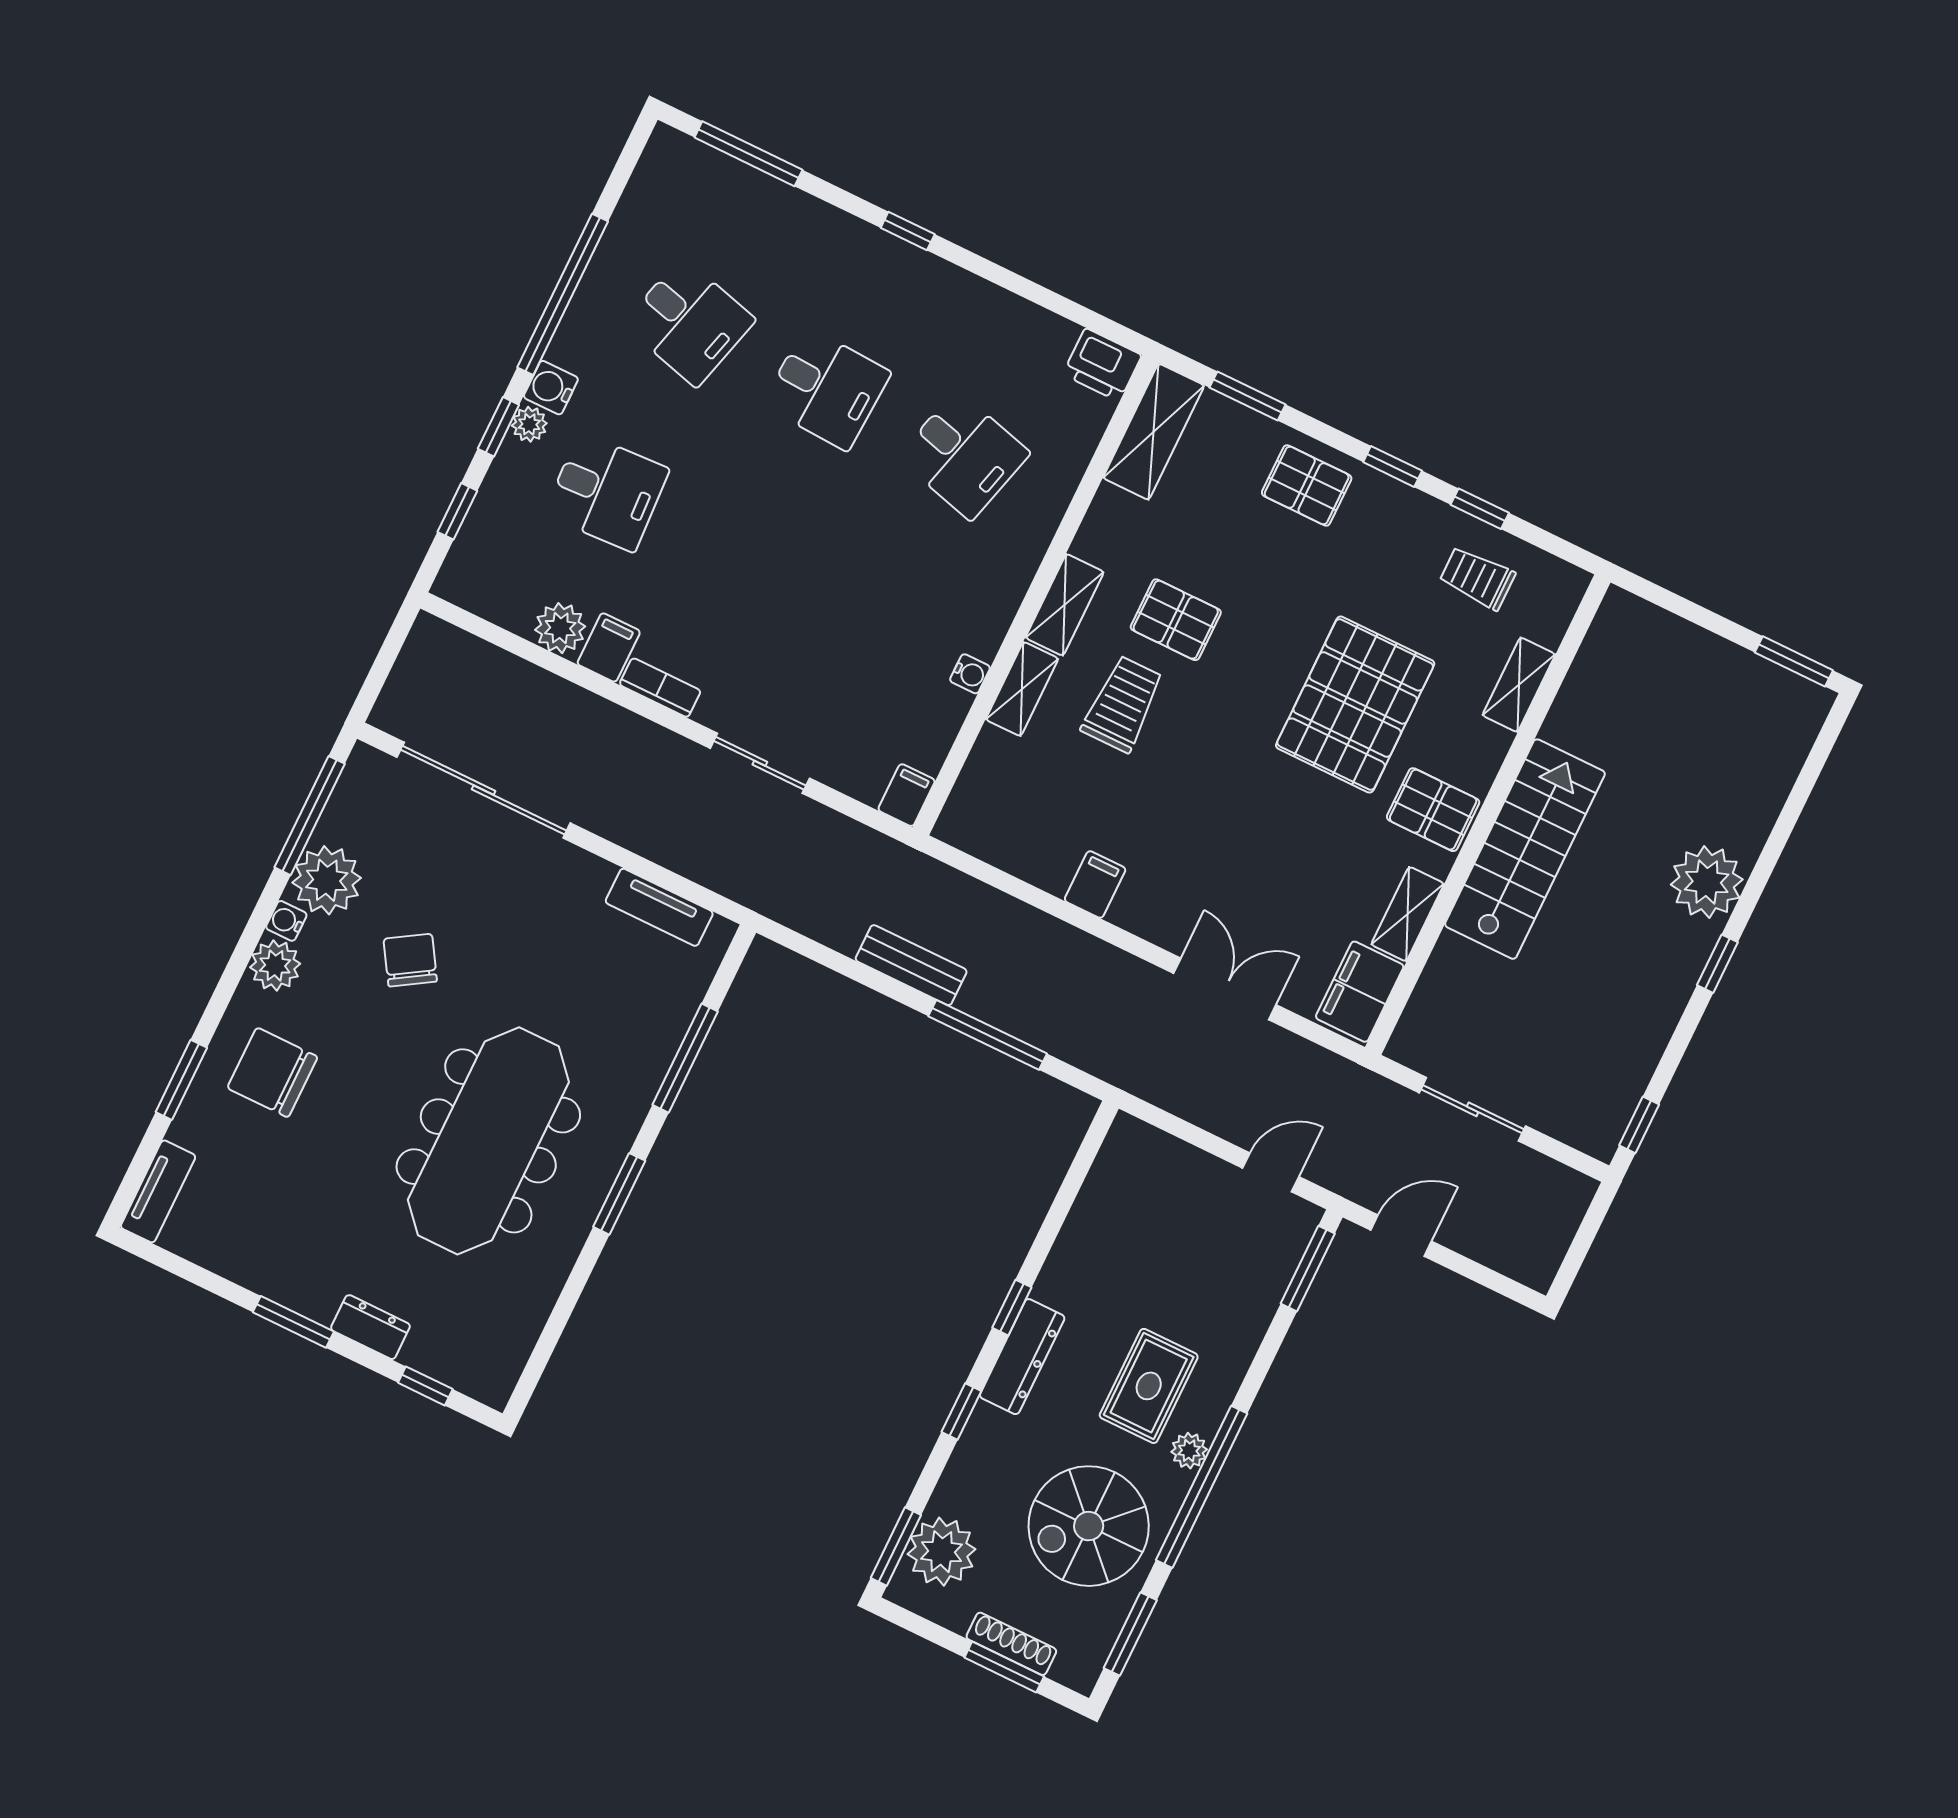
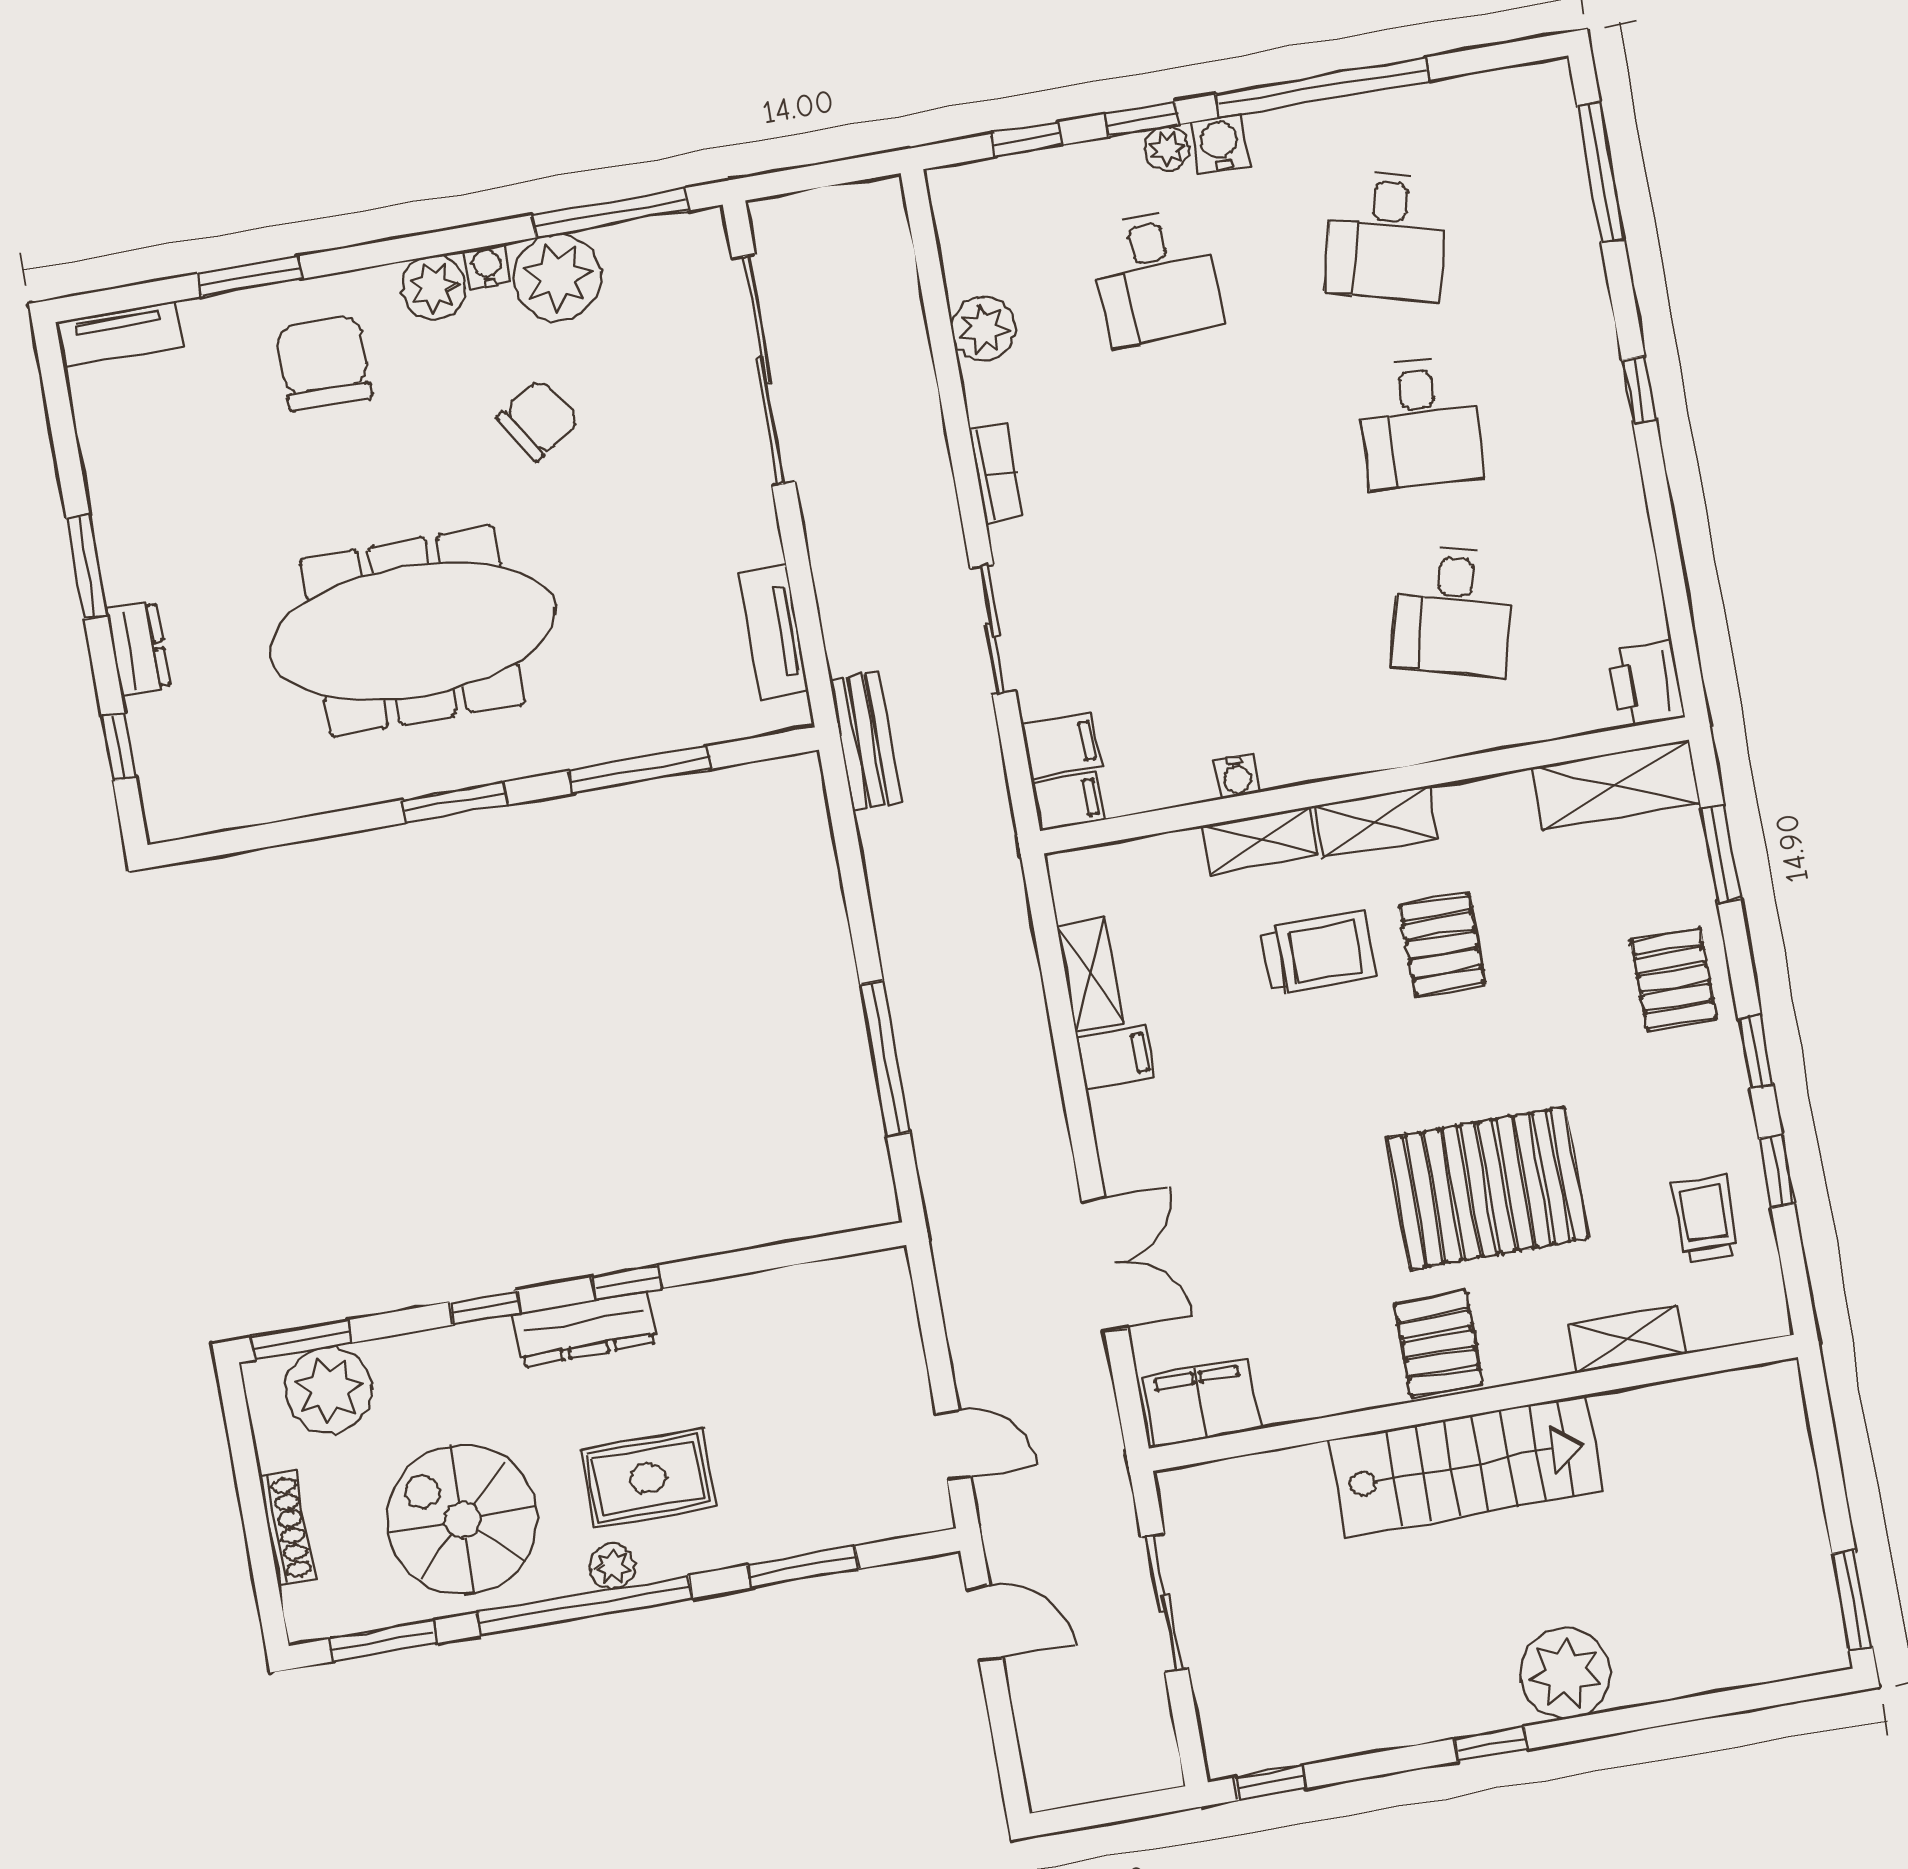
filing cabinet: (609, 648) -> (1061, 745), moved
shelving: (1408, 914) -> (1090, 975), moved, turned 90
bench: (911, 965) -> (866, 741), moved
window: (1308, 1269) -> (803, 1567), moved
window: (1004, 1667) -> (258, 1538), removed

